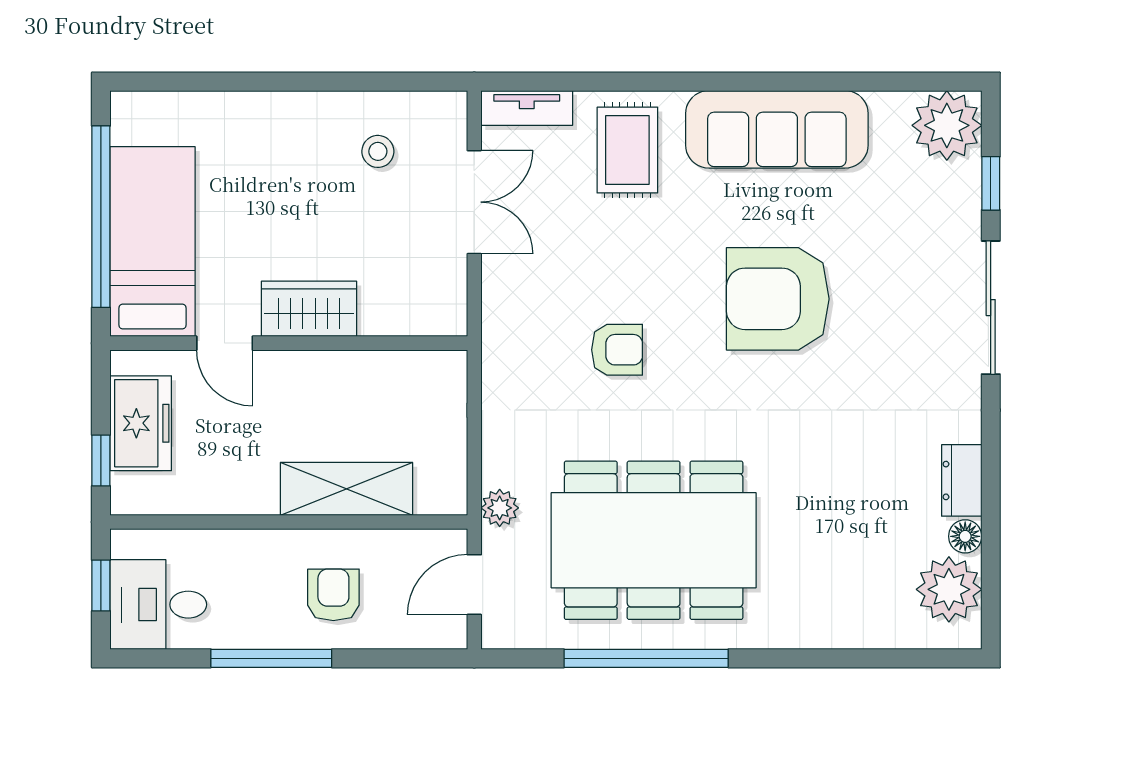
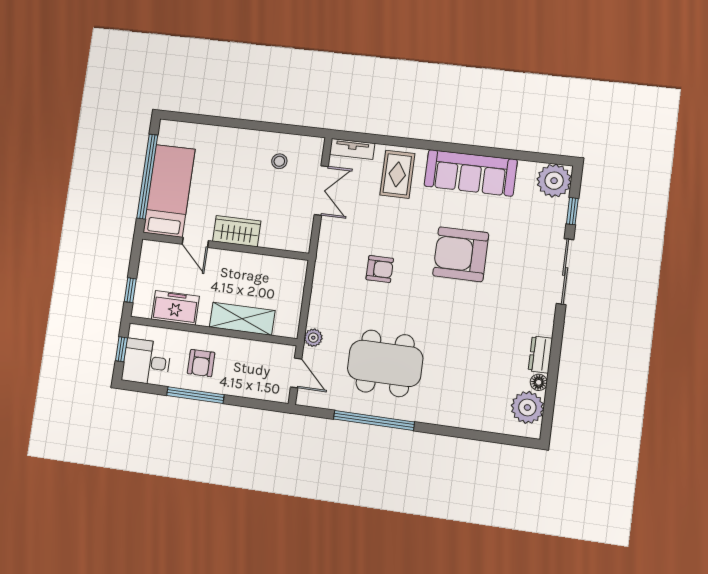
freezer: (141, 423) -> (175, 308), moved, turned -90
dining table: (654, 540) -> (385, 363), width x0.73, depth x0.80
door: (474, 585) -> (296, 373), swing flipped
armchair: (333, 595) -> (201, 363), moved, turned 180

